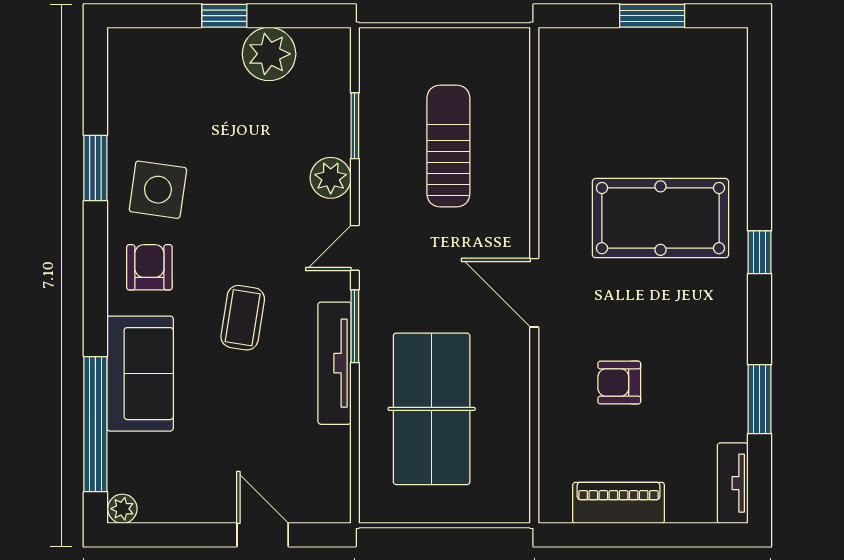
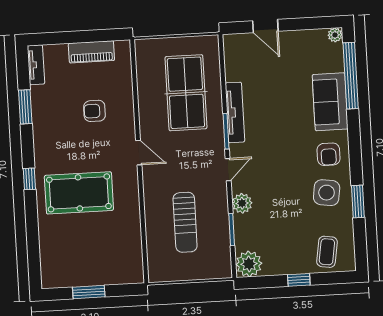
plant: (269, 54) -> (249, 264), moved
door: (534, 293) -> (139, 153), width x0.73
coffee table: (243, 318) -> (327, 252), moved
armchair: (619, 383) -> (94, 111), turned 180

